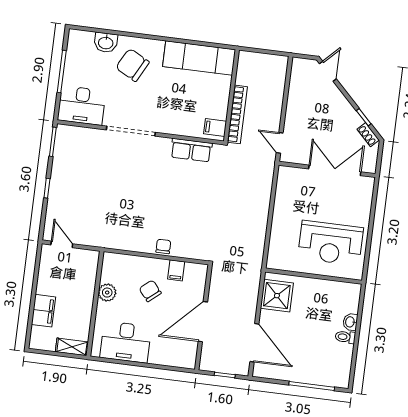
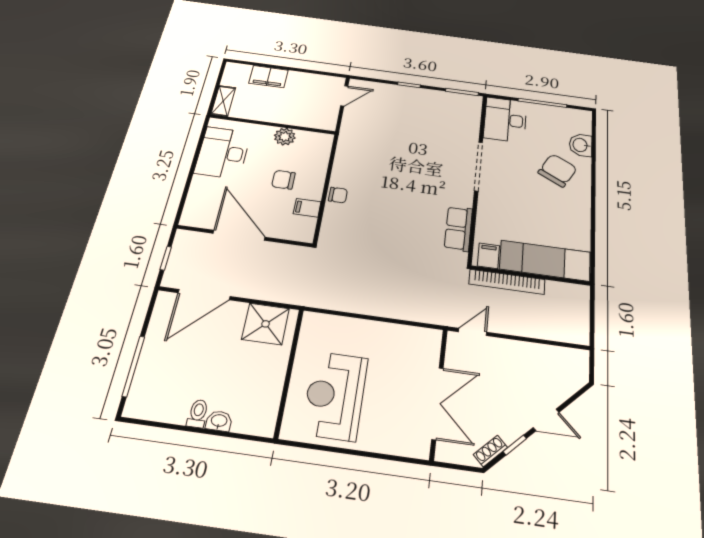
exam couch: (199, 58) -> (545, 261), moved, turned 90
door: (328, 71) -> (546, 420), moved
chair: (150, 291) -> (283, 180), turned -140

